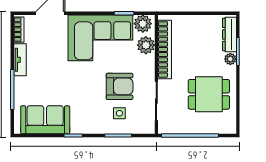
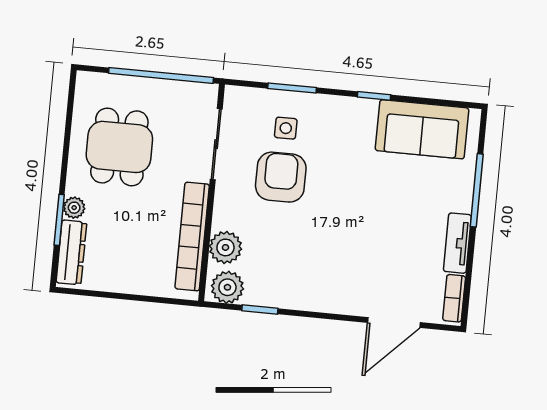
corner sofa: (100, 38) -> (307, 269), removed
armchair: (120, 86) -> (281, 177), turned 90
dining table: (209, 94) -> (119, 147), turned 90

